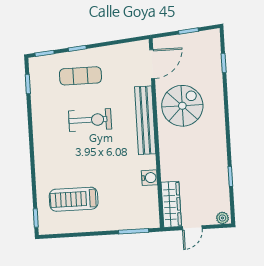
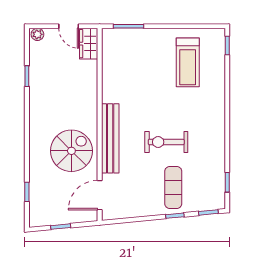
exercise mat: (80, 76) -> (173, 187), turned 90
spiral stairs: (182, 106) -> (71, 151), turned 180
water cooler: (149, 178) -> (109, 80), removed
treadmill: (74, 199) -> (188, 62), turned 90
wardrobe: (171, 204) -> (89, 44), width x0.67
door: (192, 228) -> (69, 26), swing flipped

